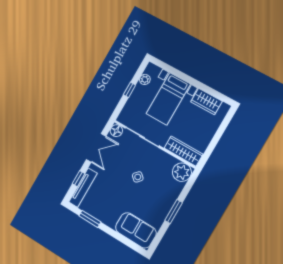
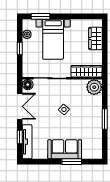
window: (169, 68) -> (40, 16), added
wardrobe: (206, 102) -> (95, 38), moved, turned 90
window: (90, 219) -> (72, 162), moved
sofa: (136, 230) -> (65, 149), moved

